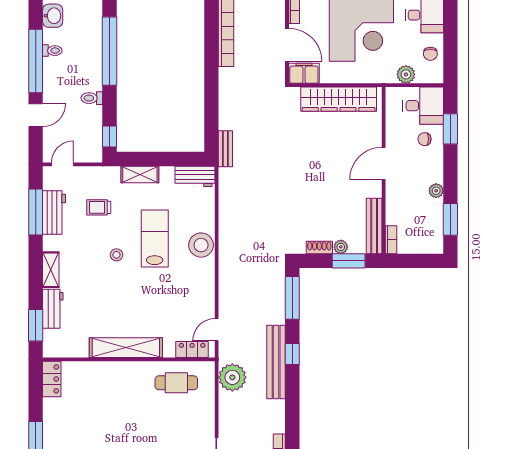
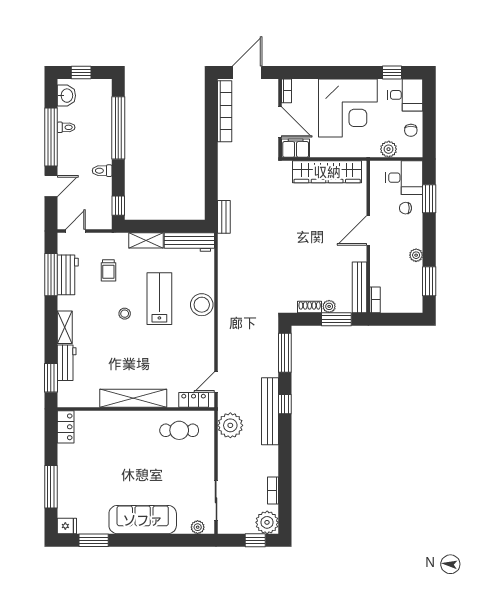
workbench: (195, 176) -> (189, 242), width x1.38
trolley: (99, 207) -> (108, 270), turned -90

